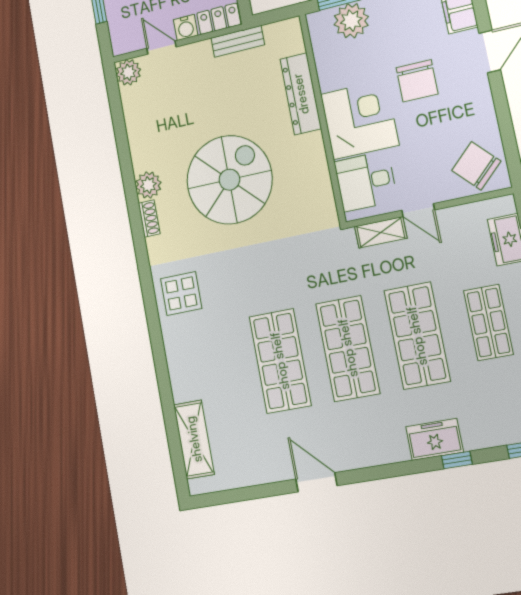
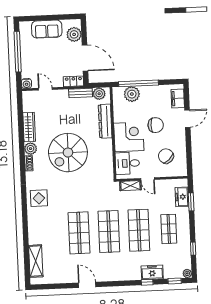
water cooler: (186, 28) -> (26, 83), moved
plant: (128, 72) -> (99, 94), moved
chair: (417, 81) -> (156, 125), turned -90
wardrobe: (139, 138) -> (29, 127), added
chair: (476, 166) -> (166, 156), moved
spiral stairs: (229, 180) -> (68, 153), turned 180
freezer: (434, 439) -> (152, 272), moved

